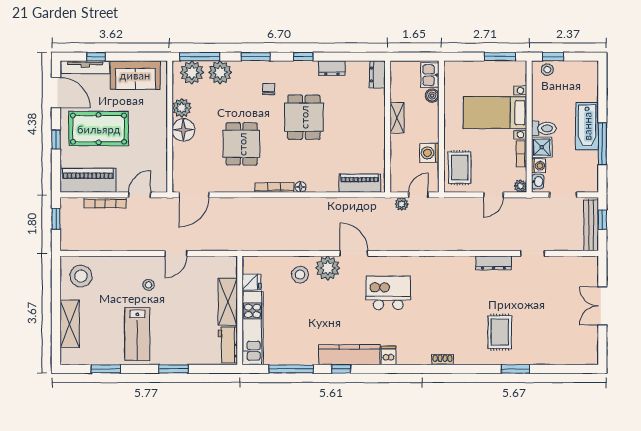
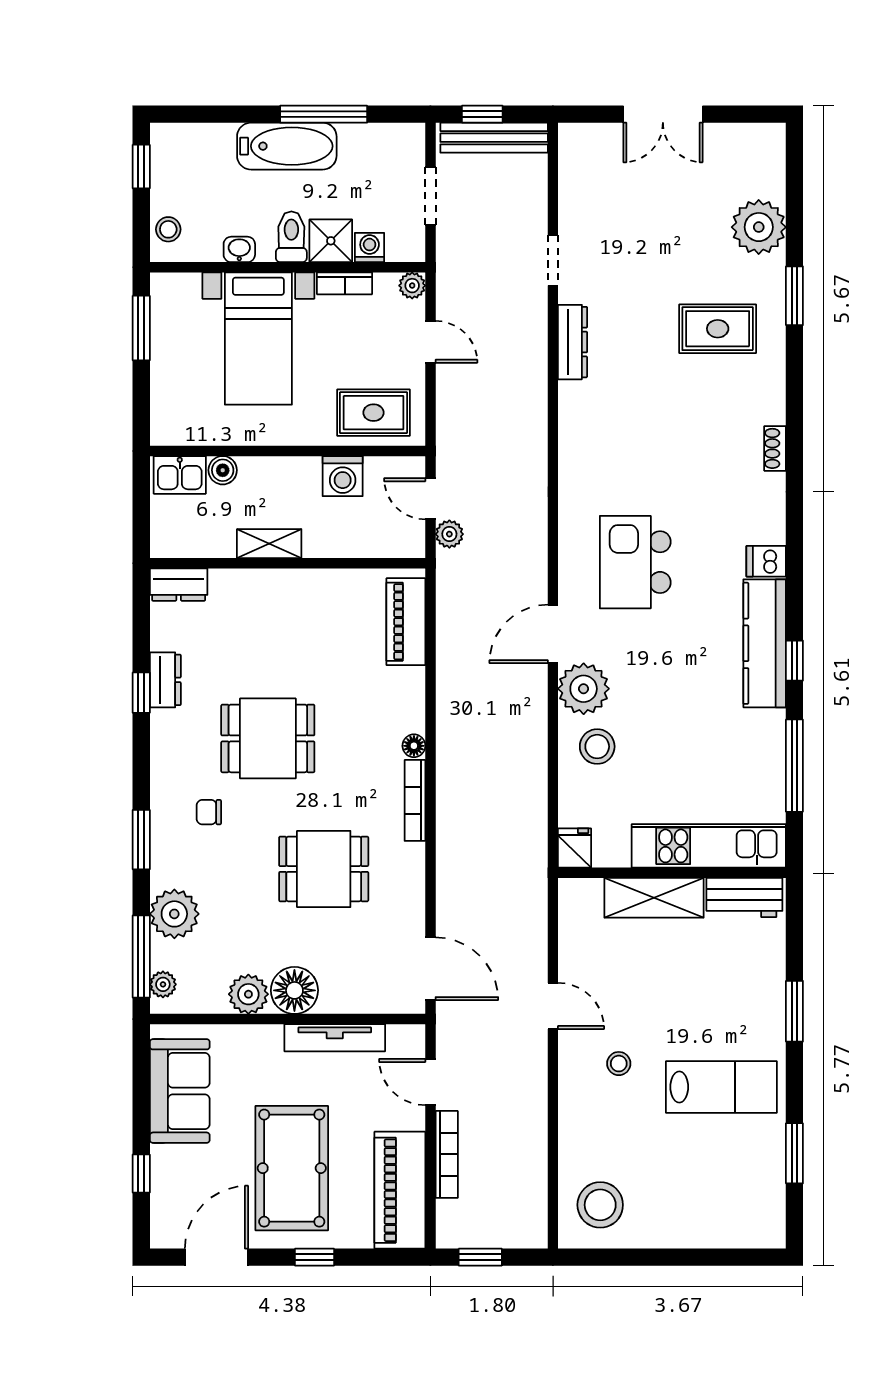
window: (303, 57) -> (141, 693), moved
window: (553, 57) -> (141, 167), moved
tv unit: (85, 67) -> (335, 1038), moved, turned 90
plant: (192, 73) -> (163, 984), width x0.53, depth x0.53
washbasin: (538, 182) -> (239, 249), moved
fridge: (252, 282) -> (575, 848), moved
shelving: (70, 324) -> (700, 1229), removed
plant: (548, 352) -> (759, 227), added

